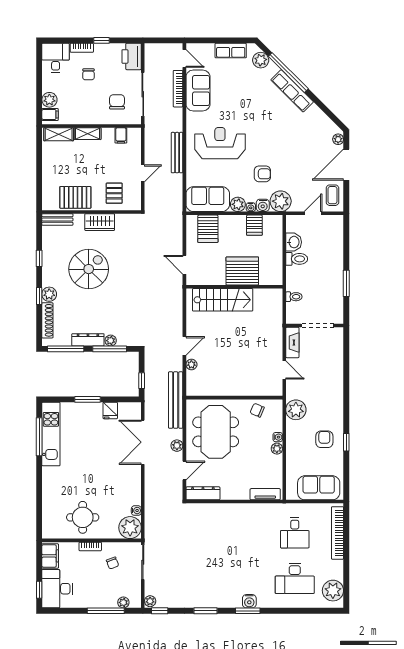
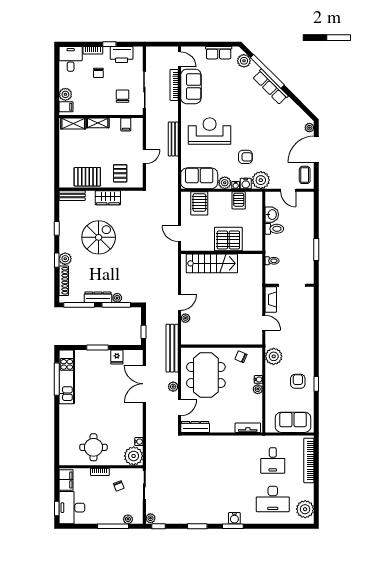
printer: (132, 56) -> (122, 55), moved, turned -90
door: (313, 213) -> (288, 190), swing flipped

